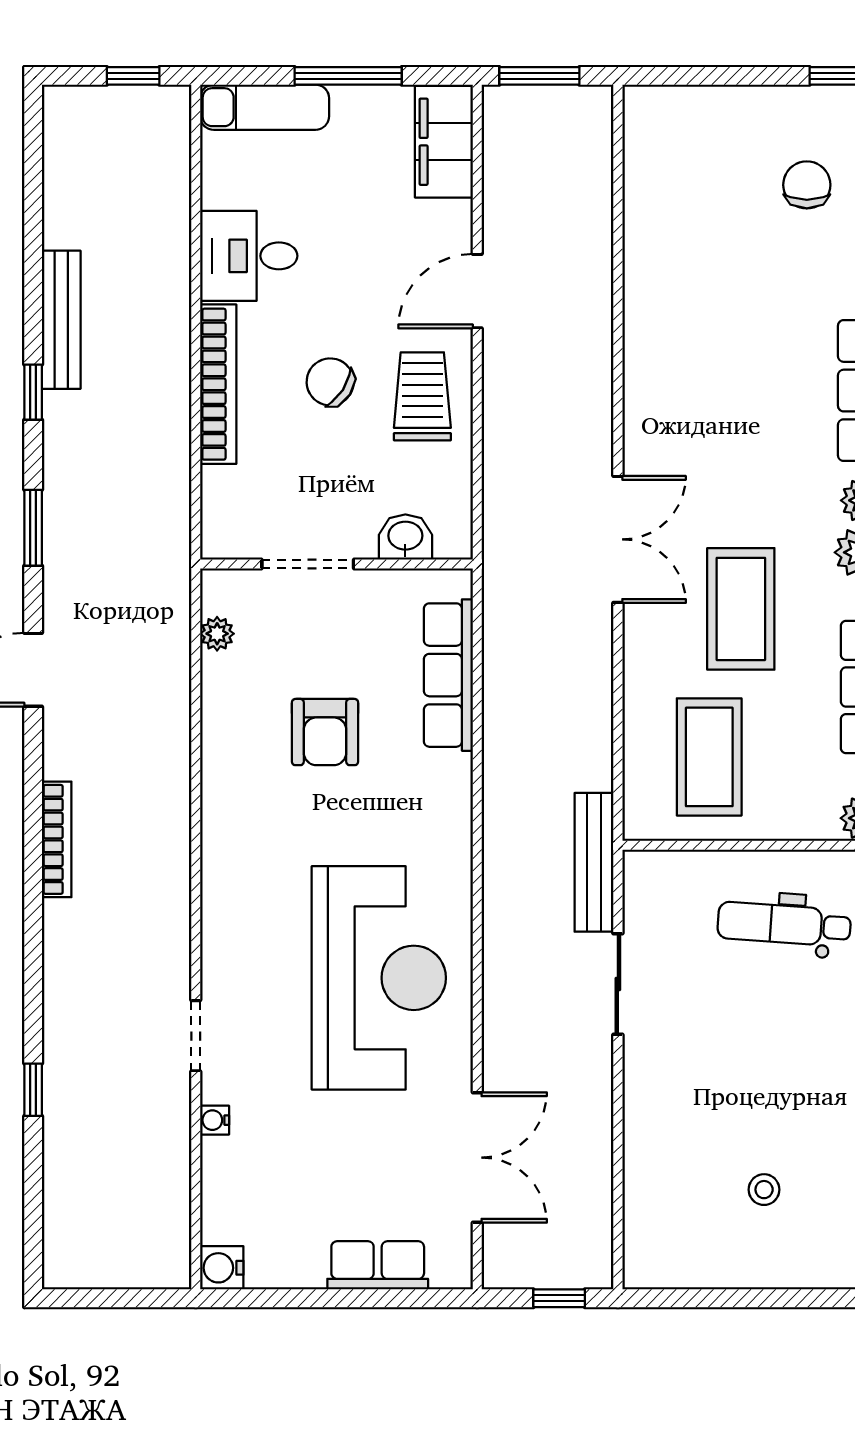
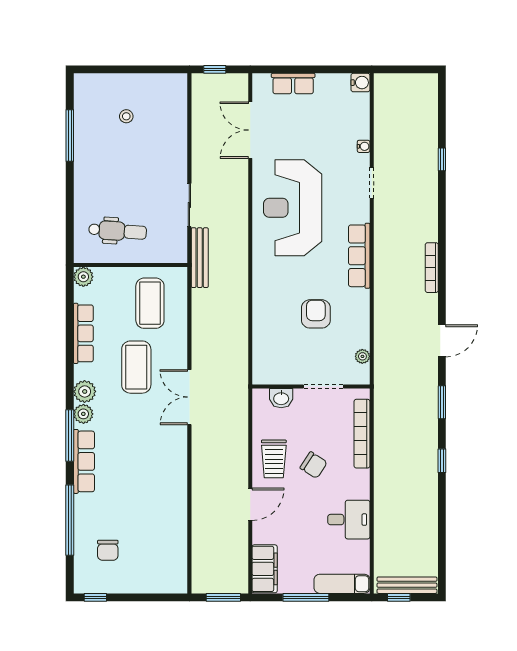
bench: (61, 320) -> (407, 585), moved, turned 90
bookcase: (218, 384) -> (362, 434), moved
row of seats: (448, 675) -> (359, 256), moved, turned 180

